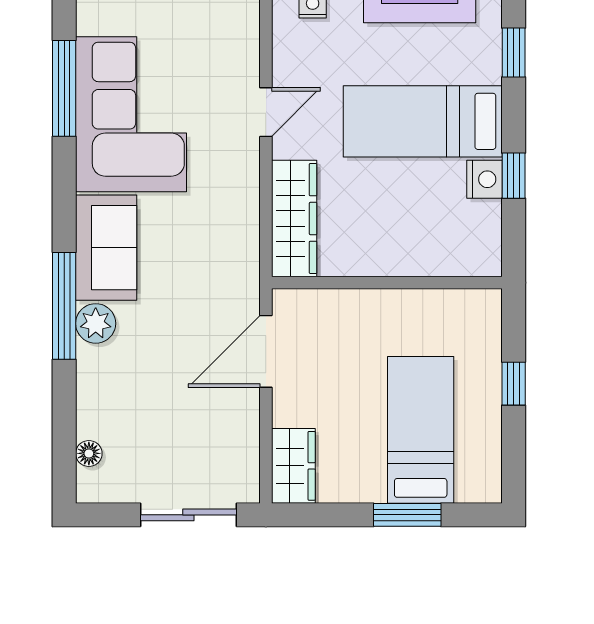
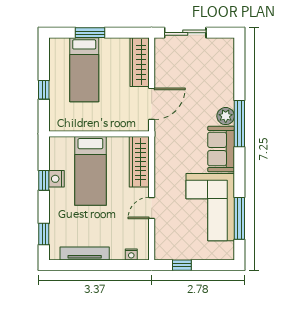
bed: (423, 121) -> (90, 171), moved, turned 90
floor lamp: (89, 453) -> (229, 59), removed
wardrobe: (293, 466) -> (140, 62), width x1.50

